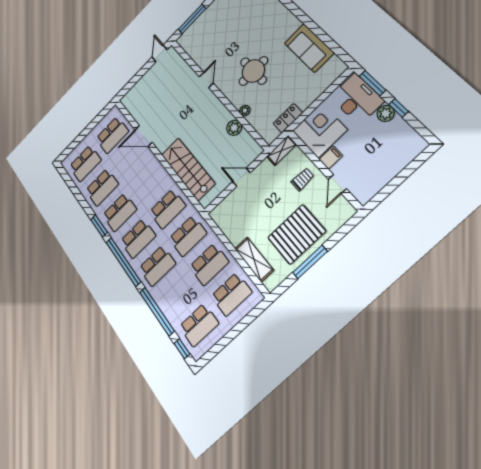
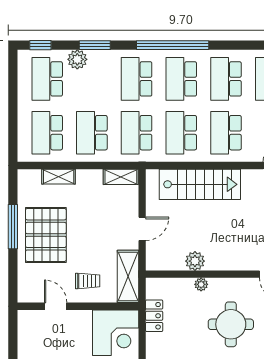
shelving: (282, 150) -> (128, 276), width x1.50, depth x1.33
filing cabinet: (331, 157) -> (83, 321), removed
trolley: (302, 179) -> (88, 281), turned -90
school desk: (148, 183) -> (226, 133), added
shelving: (221, 220) -> (121, 177), added
window: (99, 226) -> (233, 45), removed
shelving: (254, 259) -> (59, 177), width x0.67, depth x0.75
window: (157, 311) -> (95, 45), width x0.47
plant: (173, 315) -> (77, 59), added

